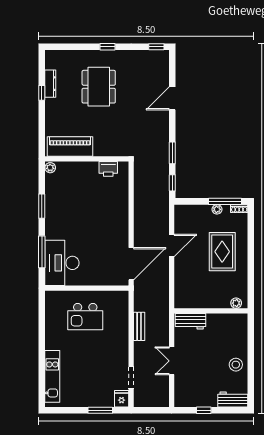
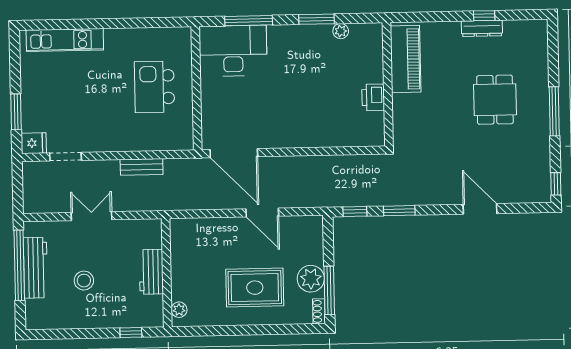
window: (107, 47) -> (554, 111), width x2.17
dresser: (50, 84) -> (482, 28), moved
dining table: (99, 87) -> (495, 100), width x0.73
plant: (50, 168) -> (341, 31), moved
printer: (108, 169) -> (373, 97), moved
plant: (217, 209) -> (311, 279), width x1.88, depth x1.88
workbench: (191, 321) -> (151, 272), moved
window: (251, 336) -> (131, 333), added
stool: (236, 365) -> (84, 281), moved
workbench: (233, 399) -> (35, 268), moved, width x1.38
window: (204, 410) -> (19, 265), width x3.17

